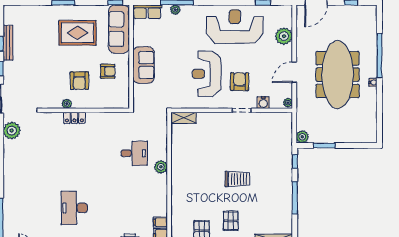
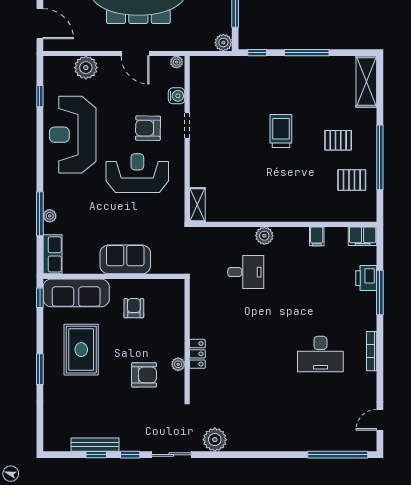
reception desk: (207, 74) -> (137, 173), turned 180
armchair: (79, 81) -> (144, 375), moved
desk: (134, 153) -> (246, 272), turned 90
filing cabinet: (160, 222) -> (317, 236), moved

